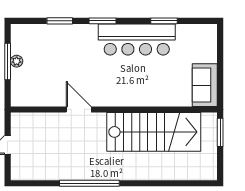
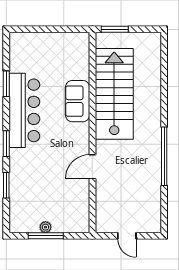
sofa: (205, 85) -> (78, 101), moved, turned 90

